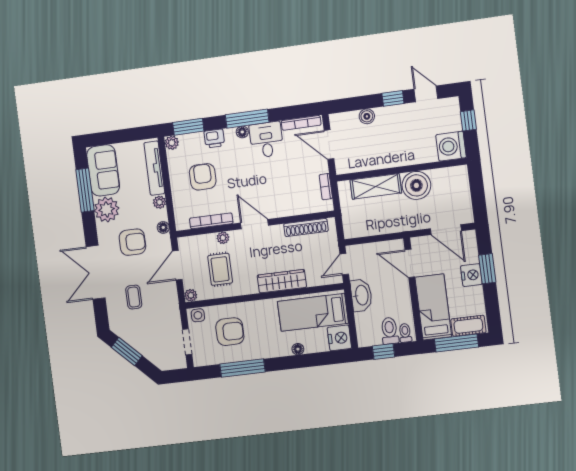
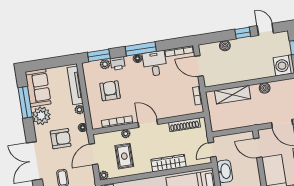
plant: (172, 143) -> (105, 64), moved
boiler: (416, 185) -> (265, 88), width x0.54, depth x0.54

